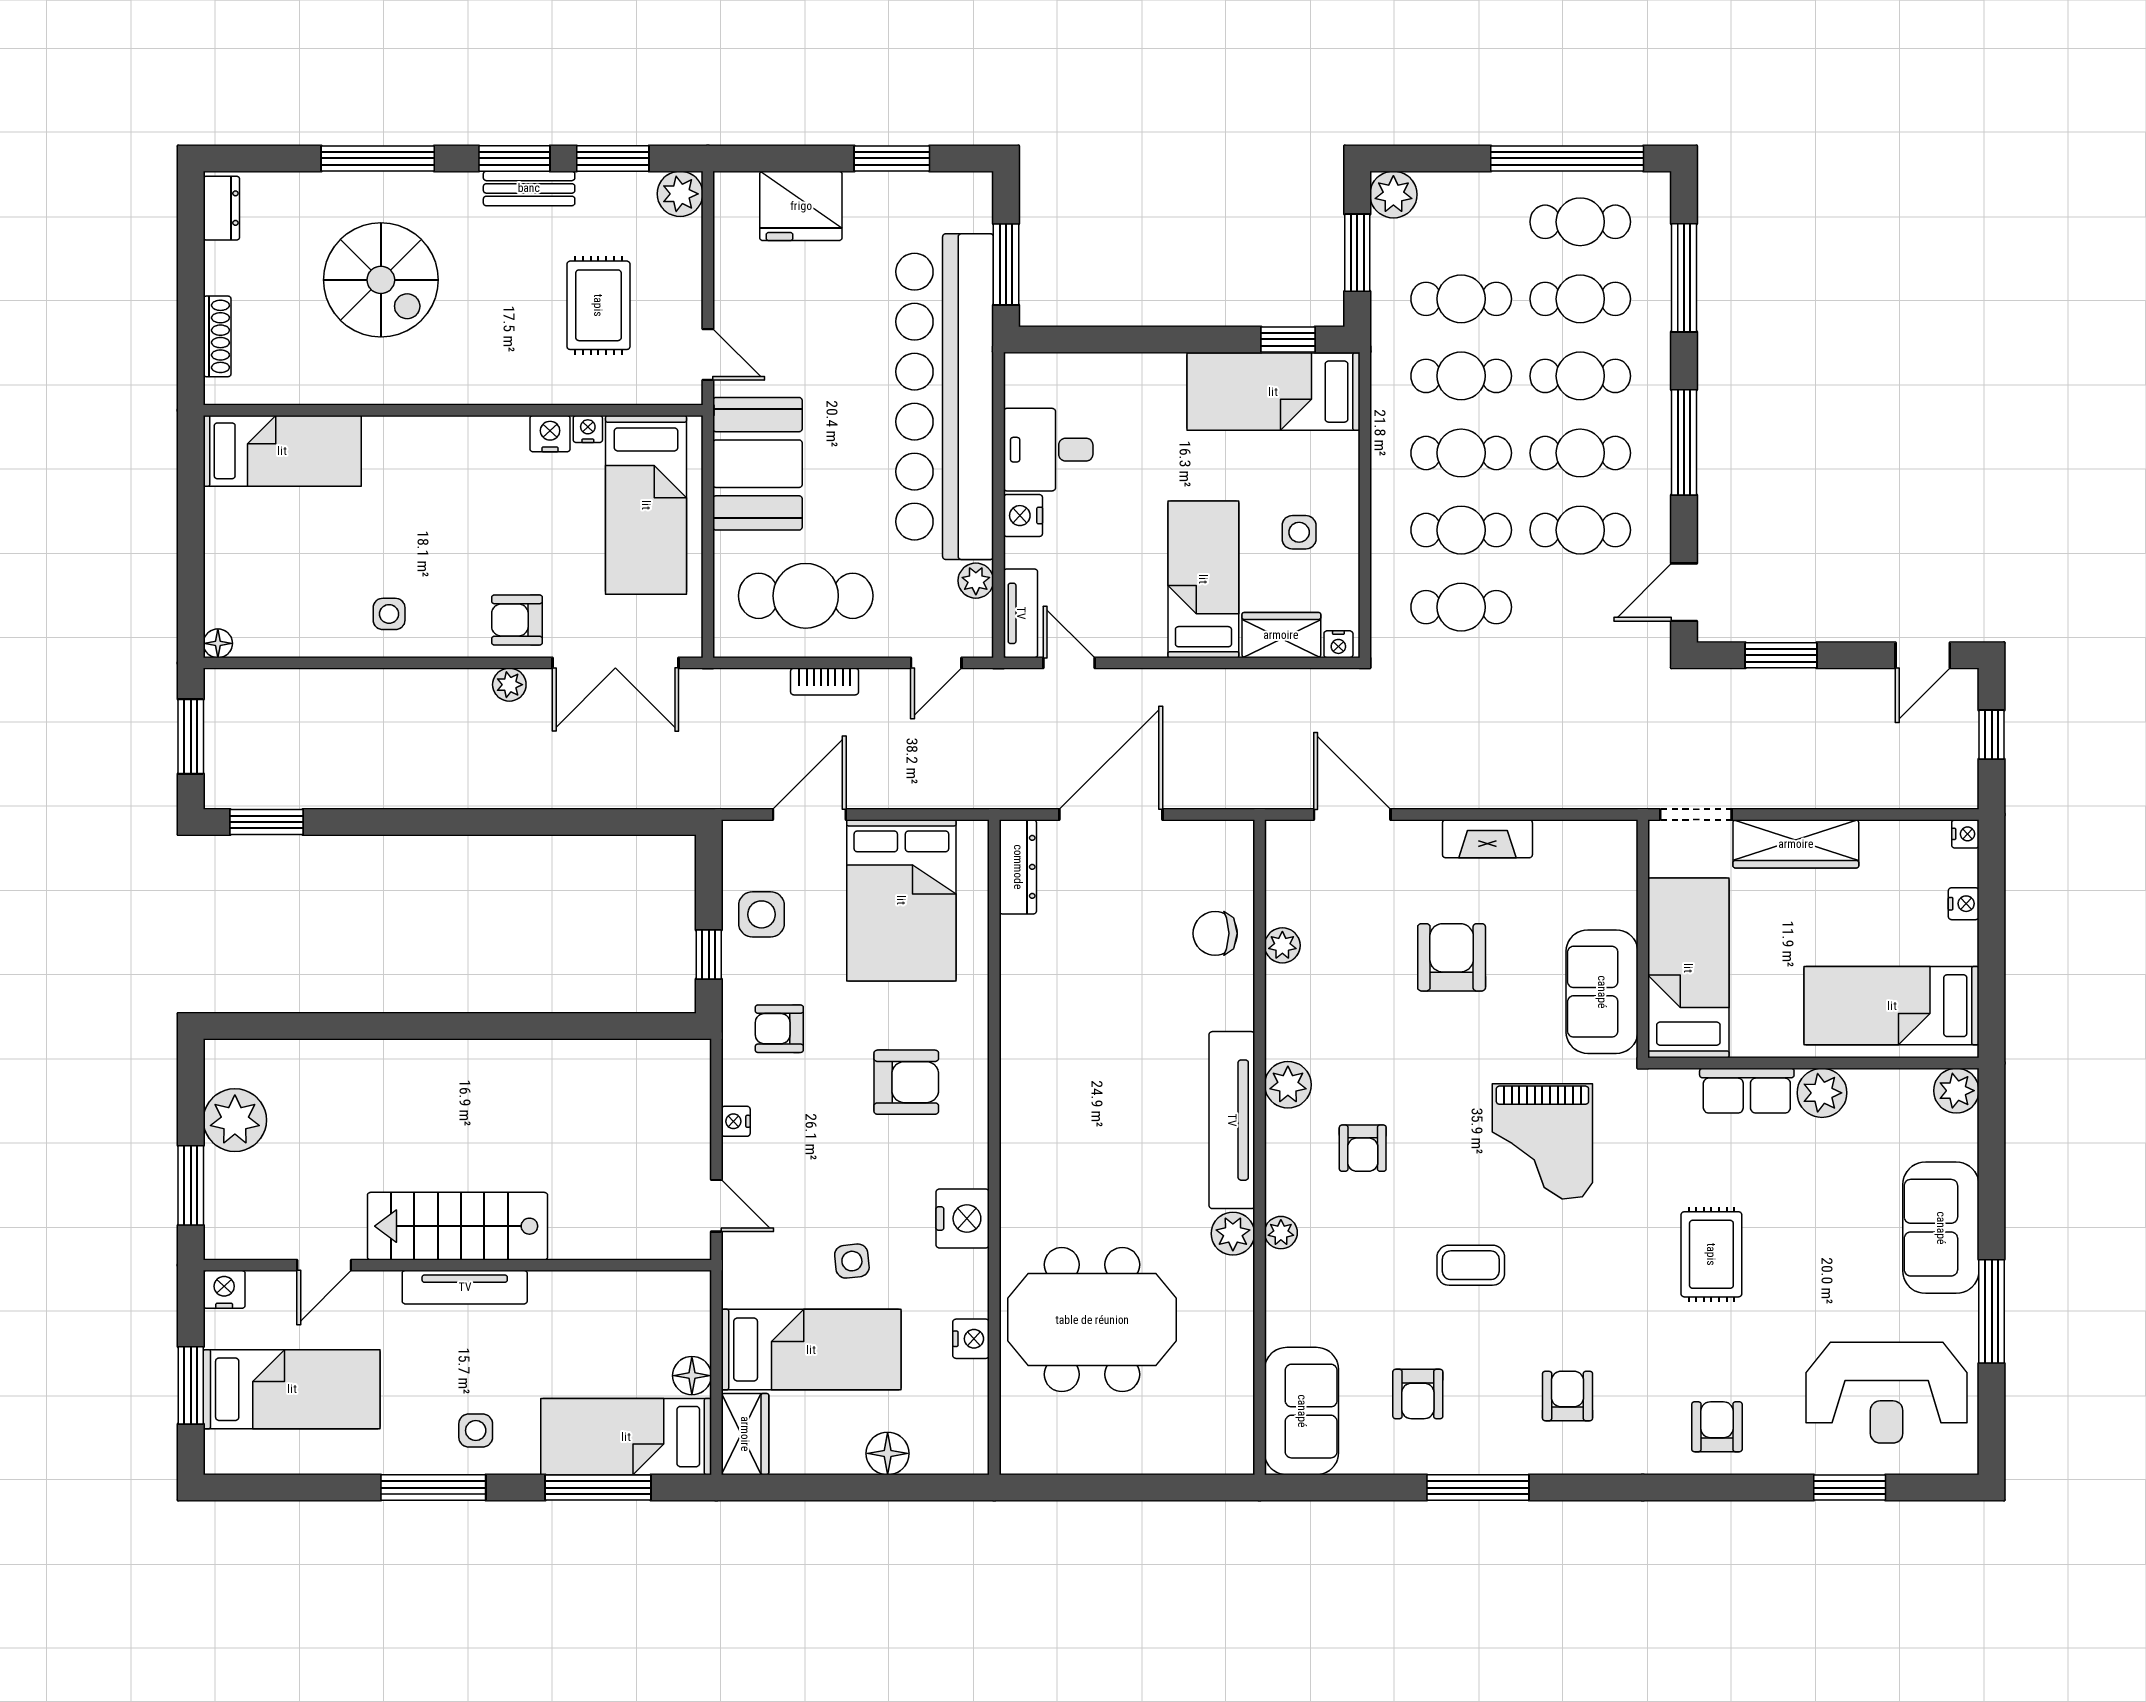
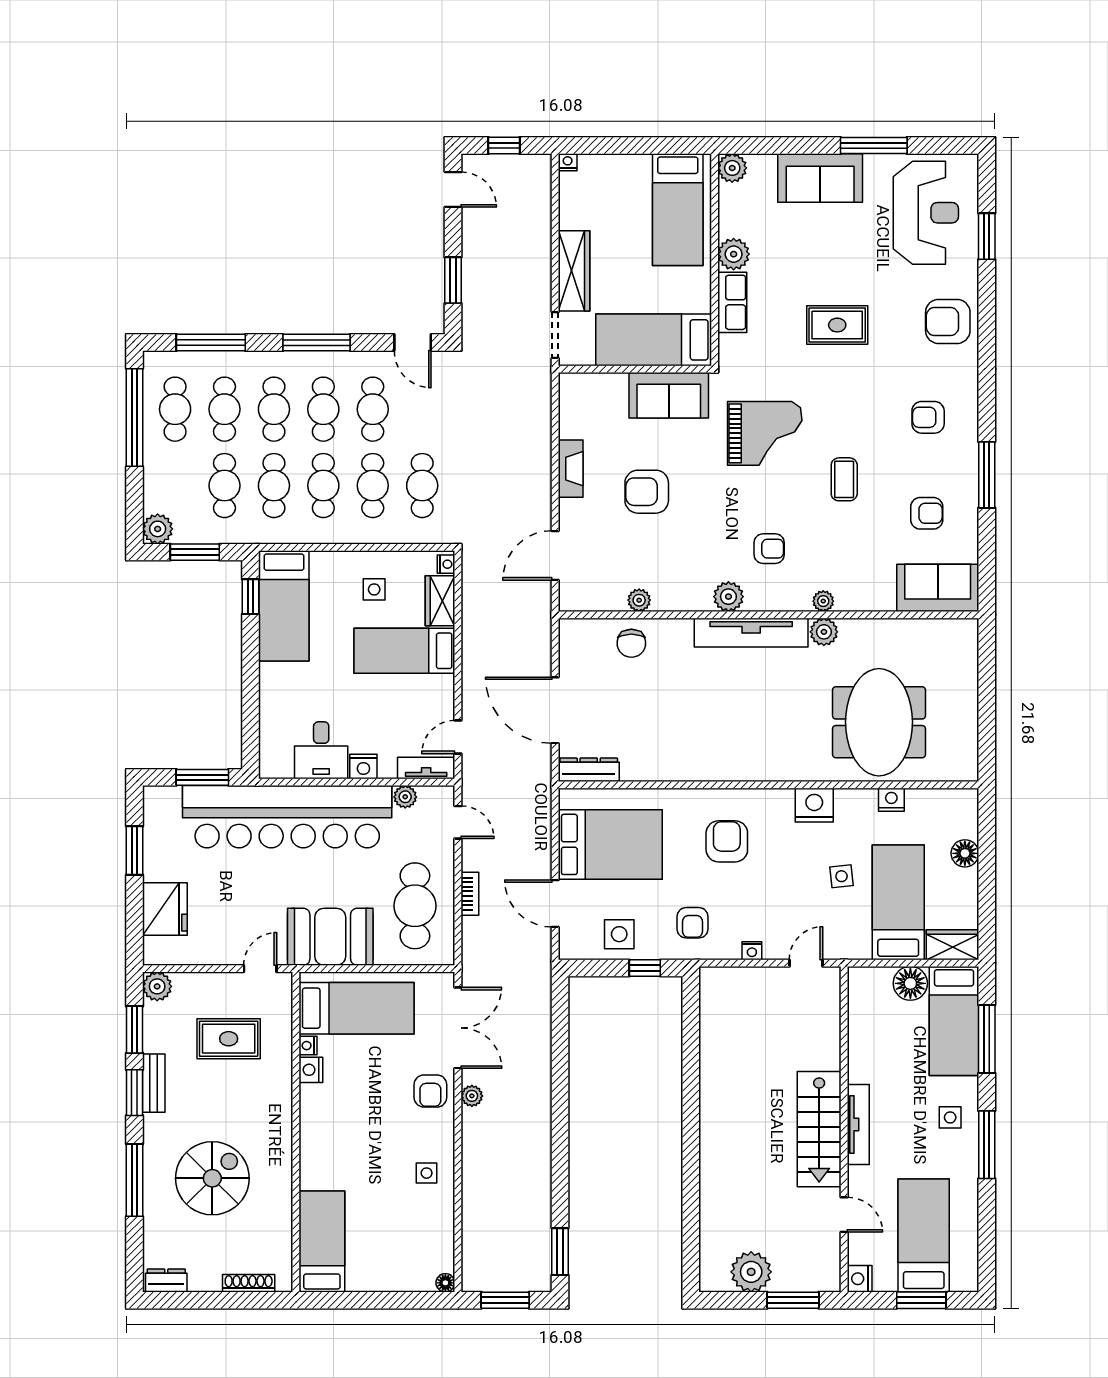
nightstand: (1964, 904) -> (612, 163), removed
floor lamp: (692, 1376) -> (910, 983), width x1.38, depth x1.38
armchair: (1717, 1427) -> (948, 321), width x1.38, depth x1.38

